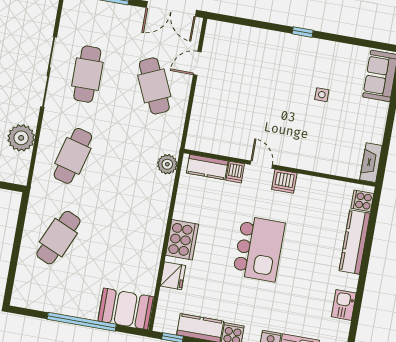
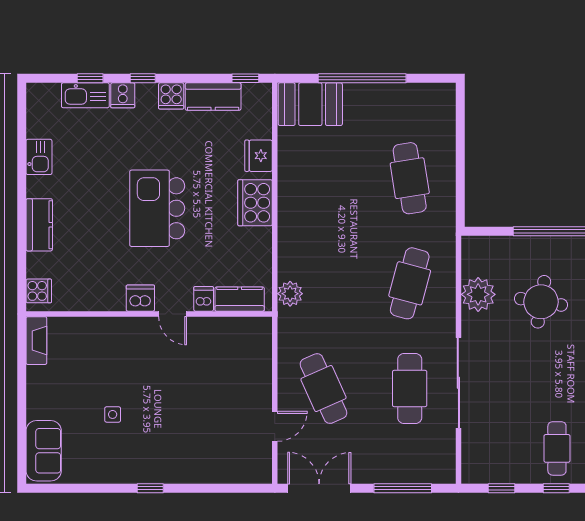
cafe table: (58, 238) -> (410, 178), turned -33
kitchen counter: (355, 242) -> (39, 225), width x0.67

